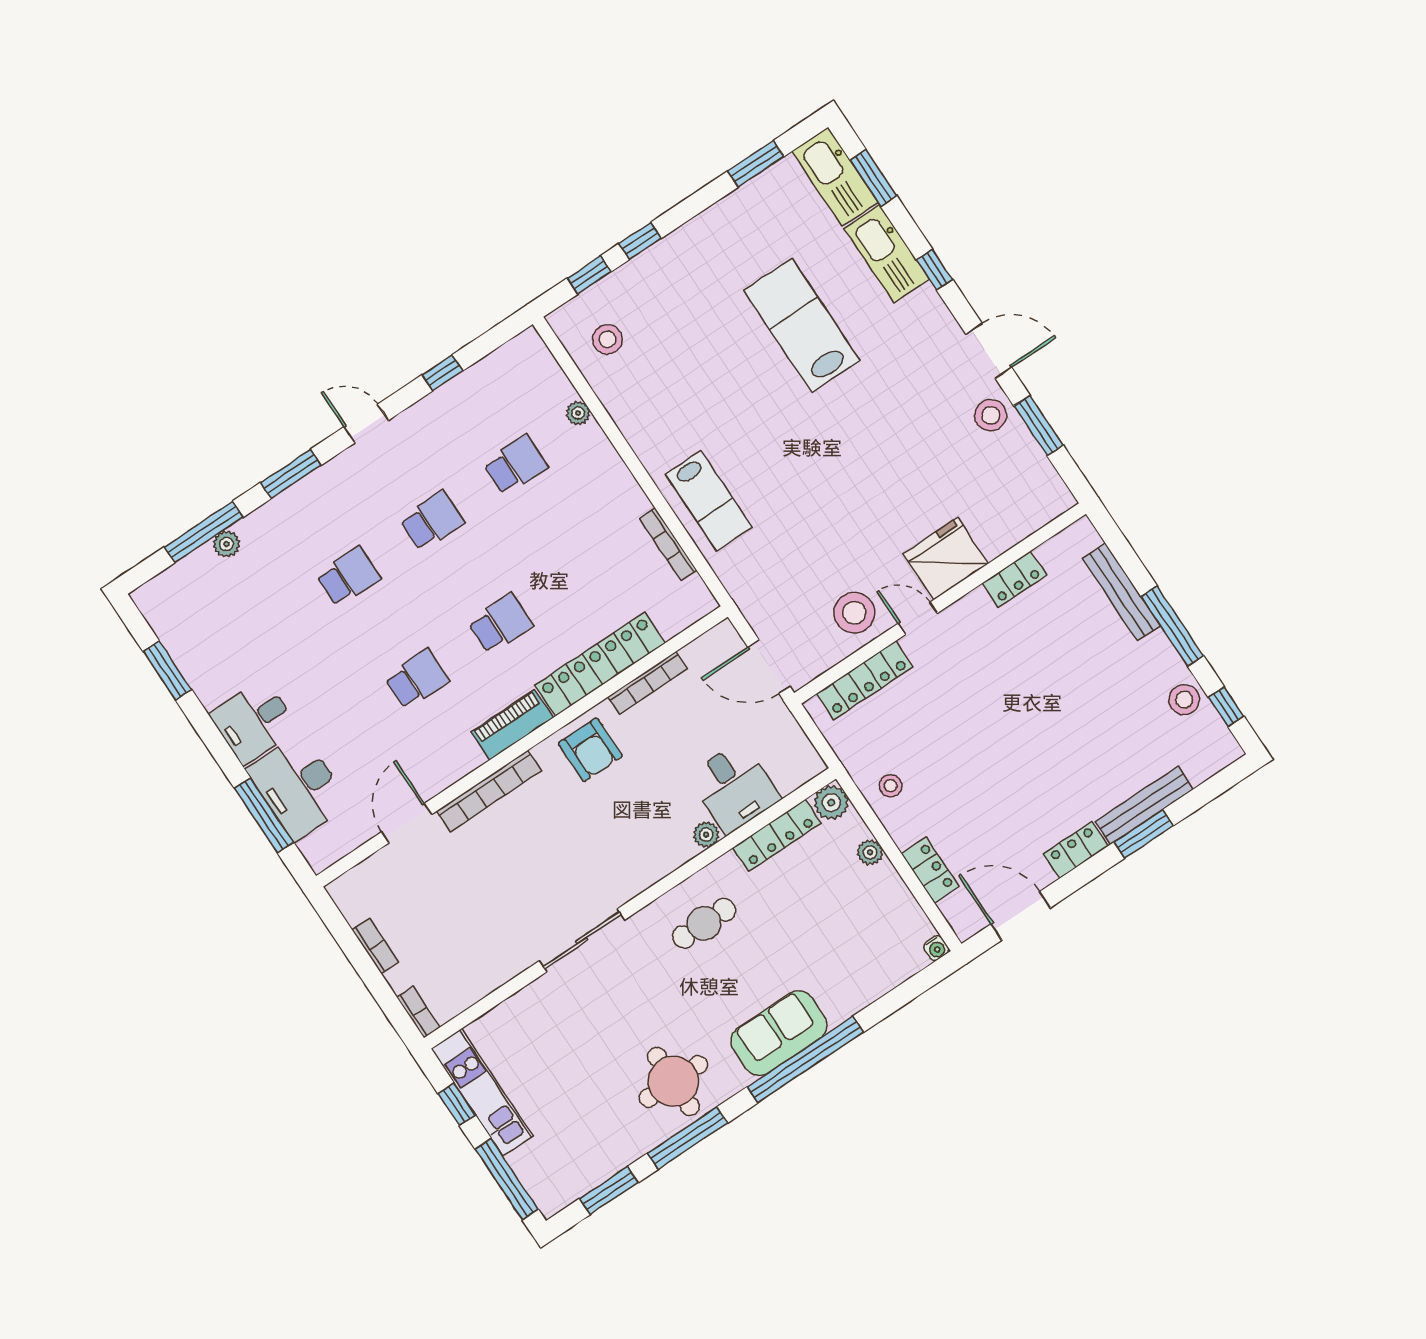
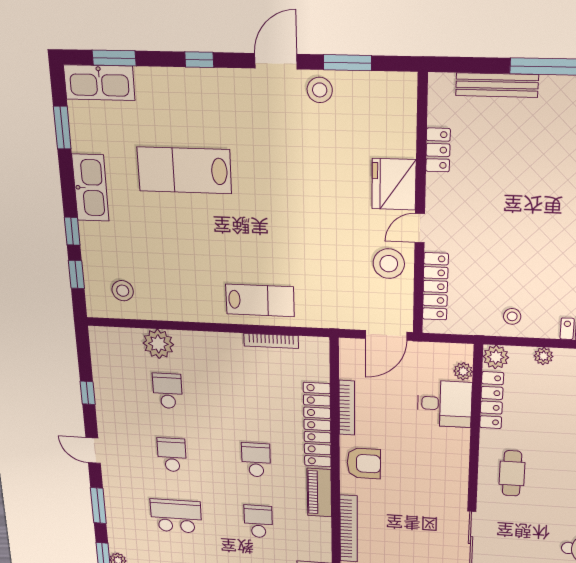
kitchen sink: (887, 254) -> (90, 188), moved, turned -90
plant: (578, 413) -> (158, 344), width x1.88, depth x1.88
door: (366, 424) -> (93, 451), hinge flipped
school desk: (348, 577) -> (176, 516), width x1.85
plant: (706, 835) -> (463, 371), moved

